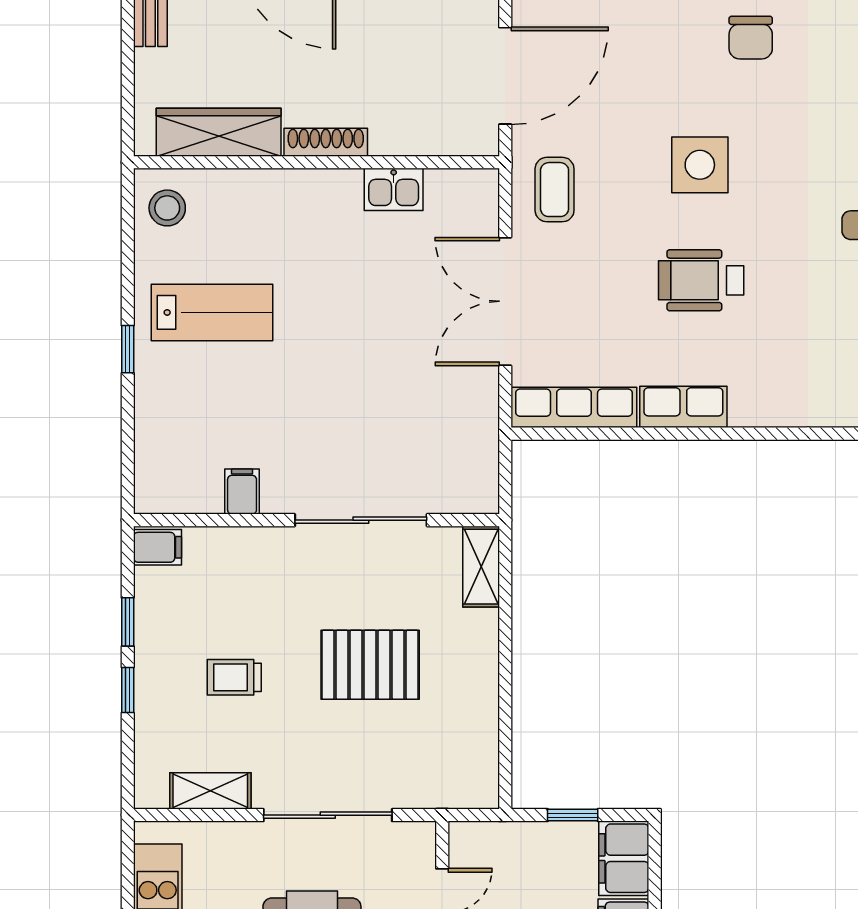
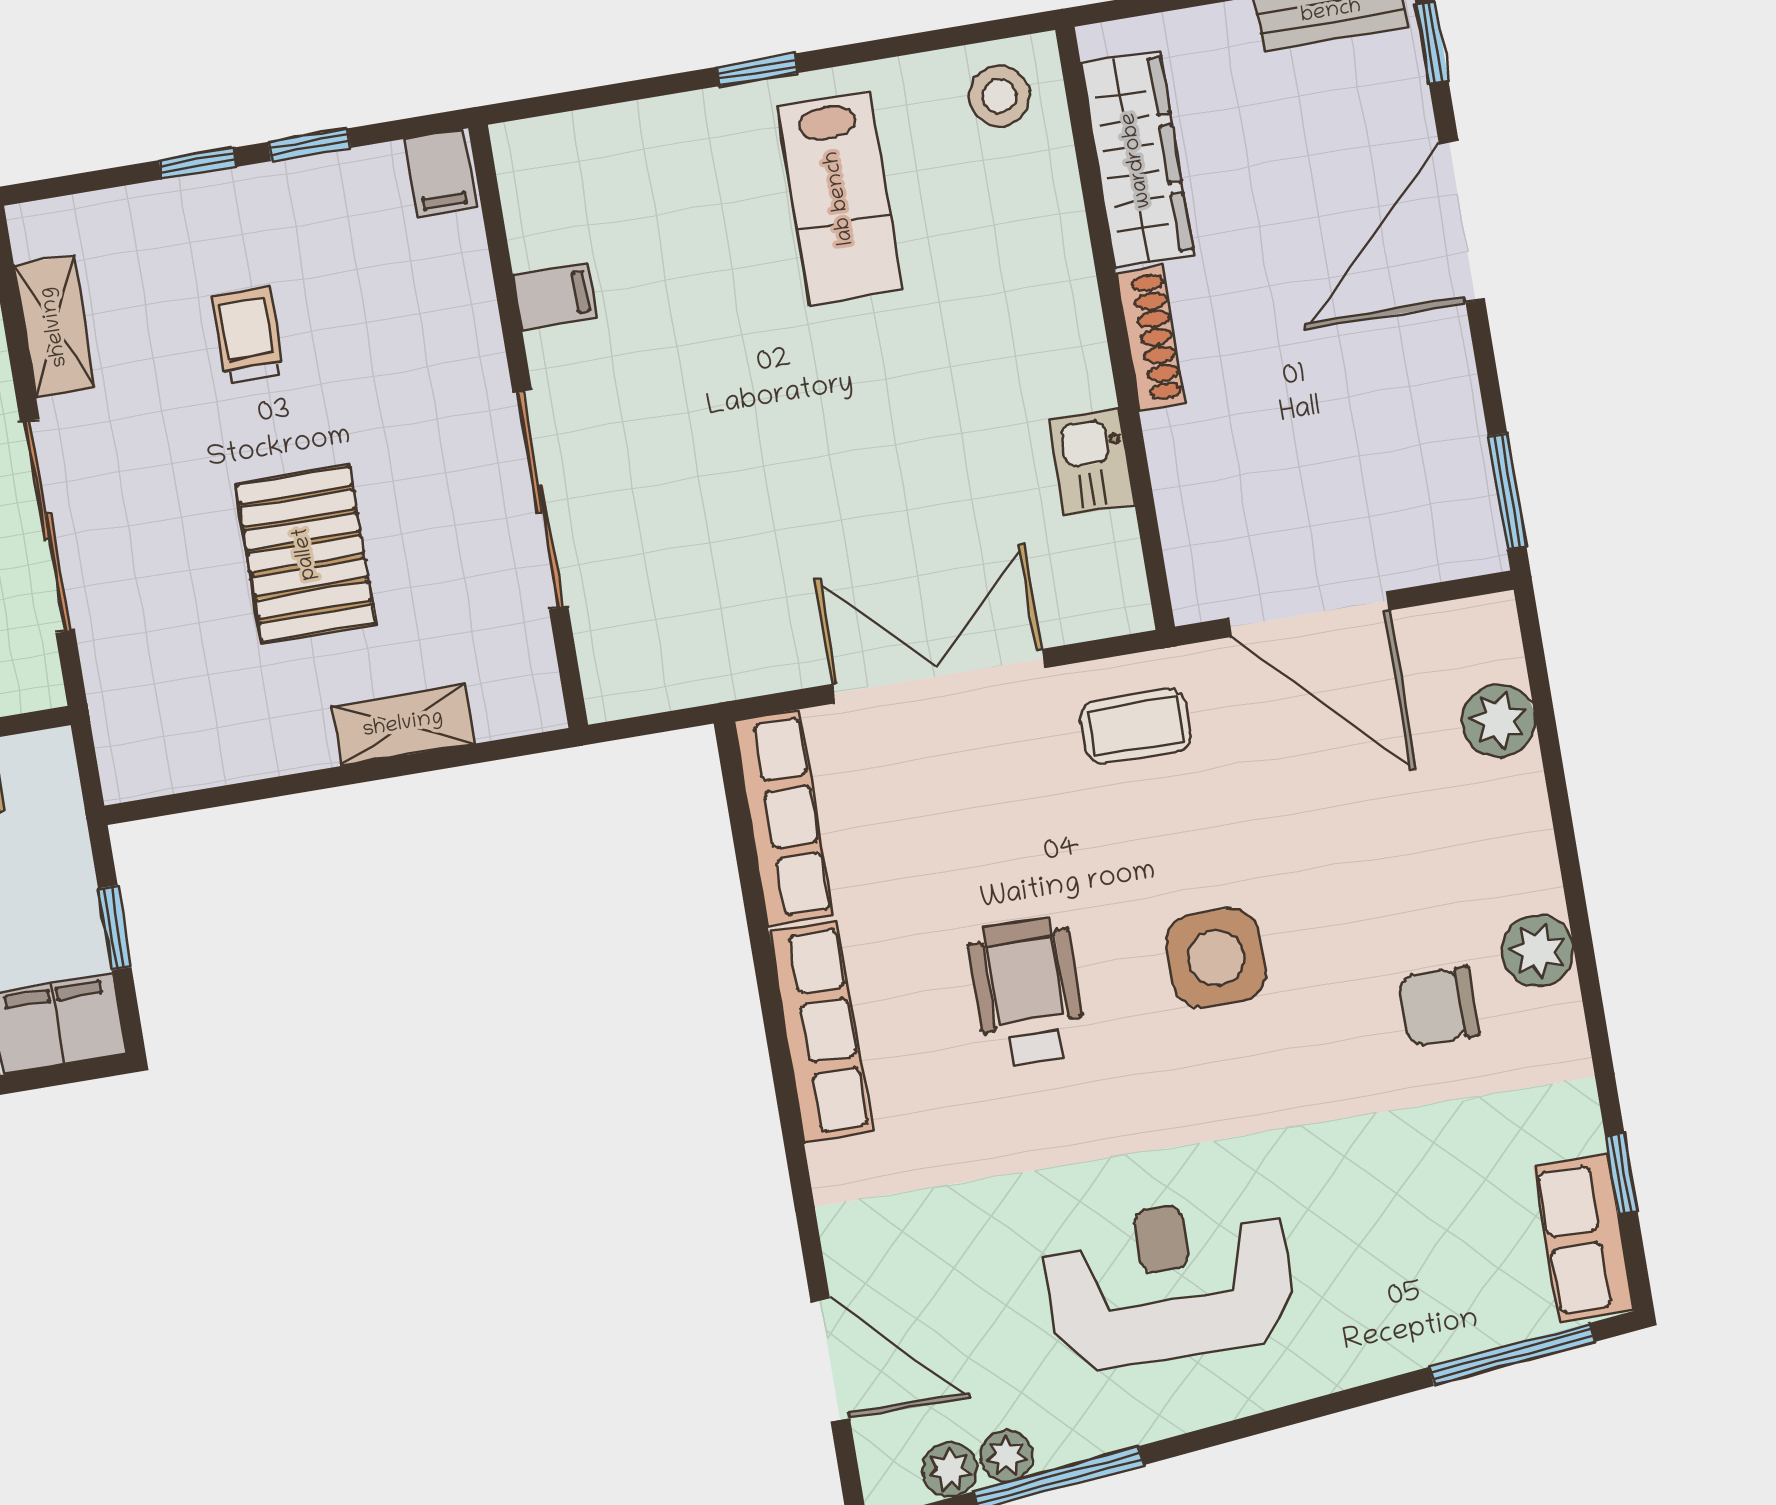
row of seats: (683, 407) -> (820, 1031), width x1.48
shelving: (481, 567) -> (403, 725), moved

